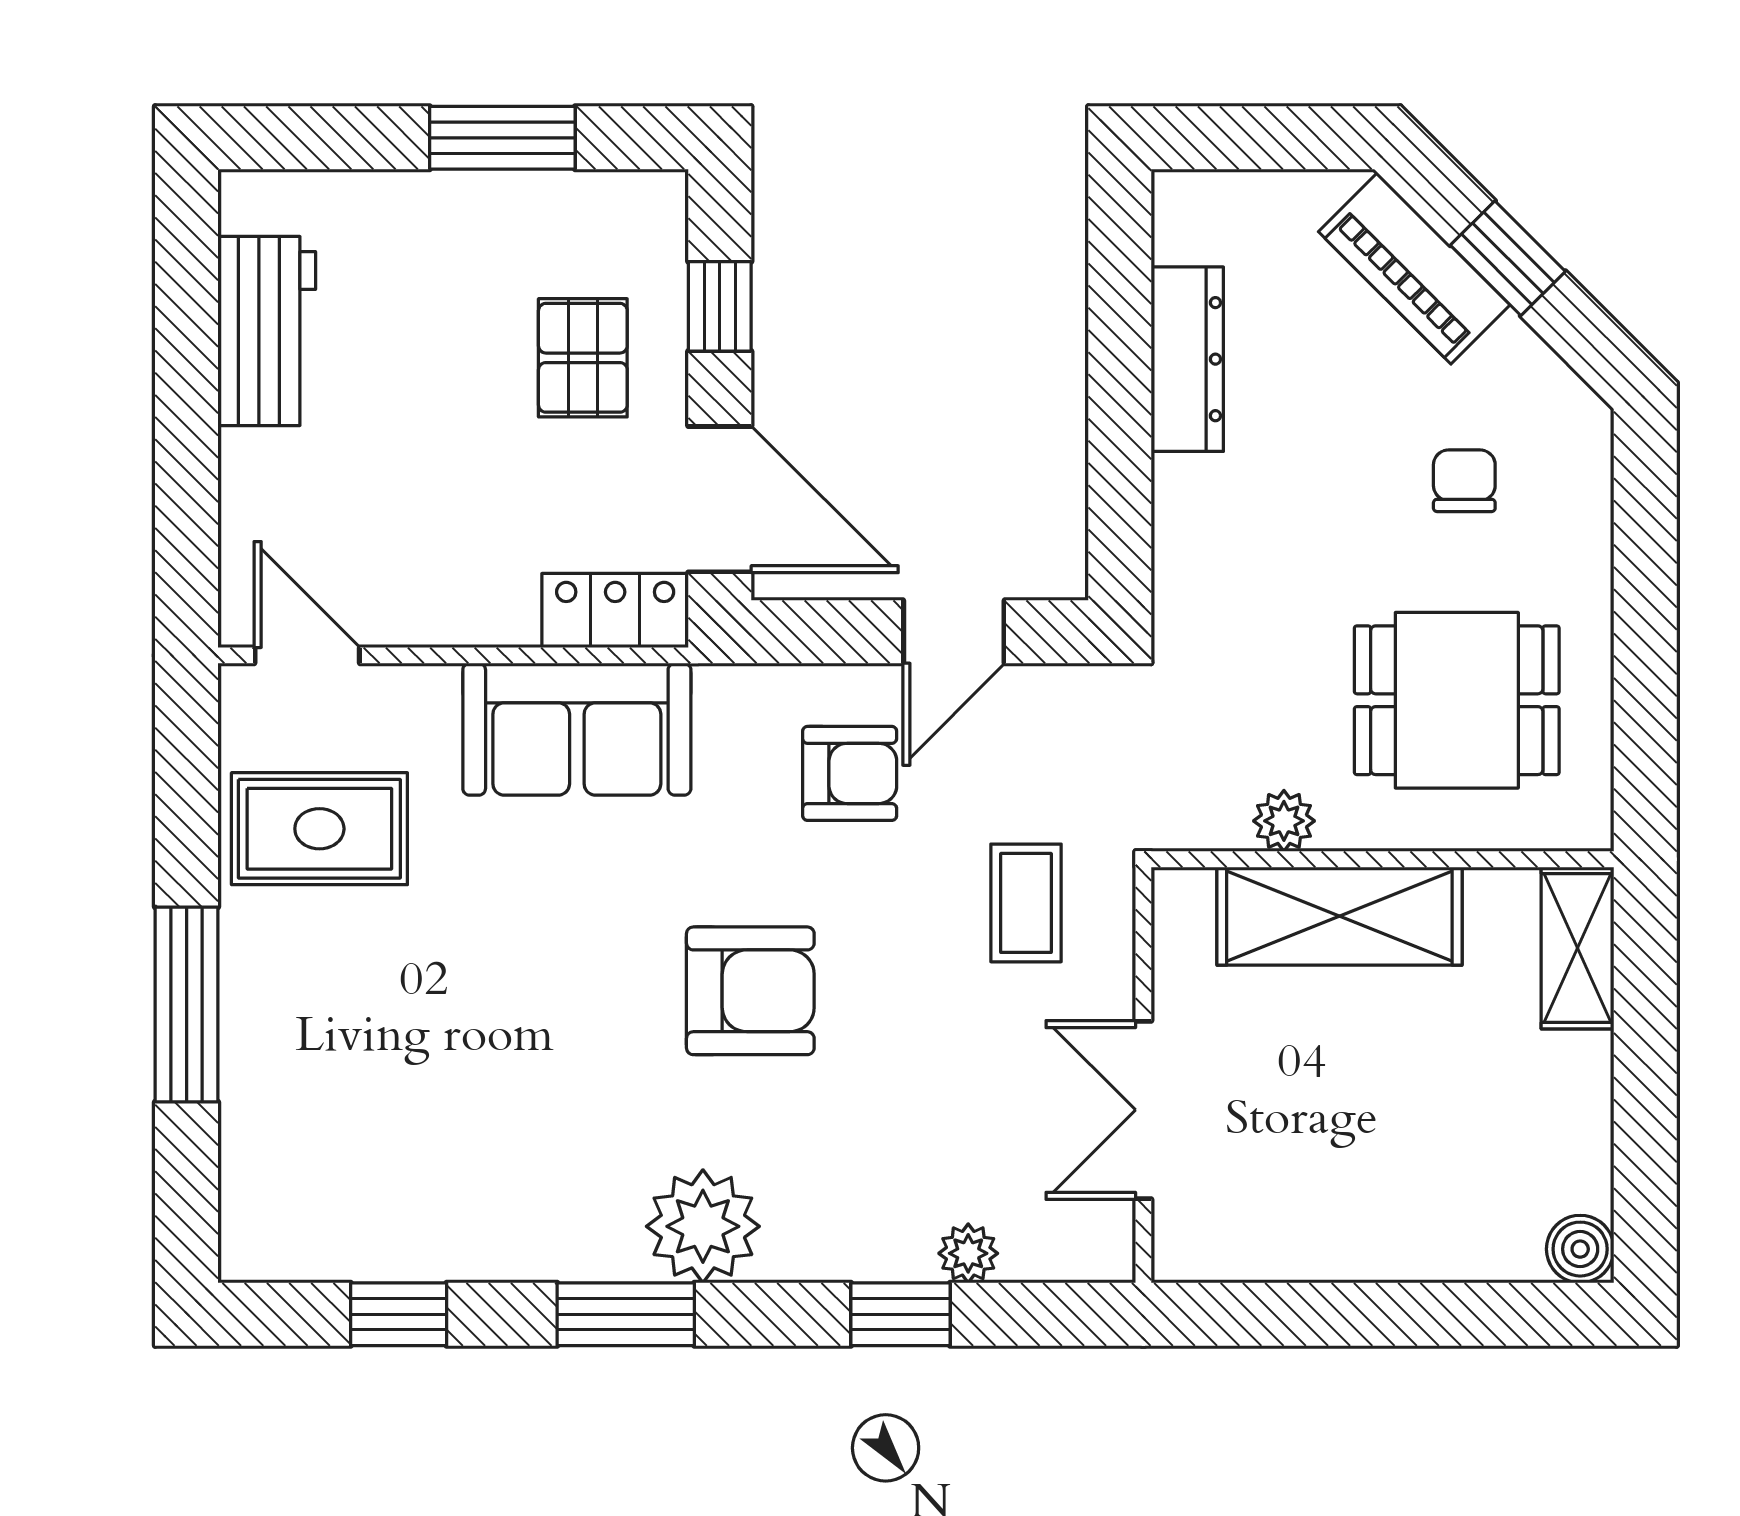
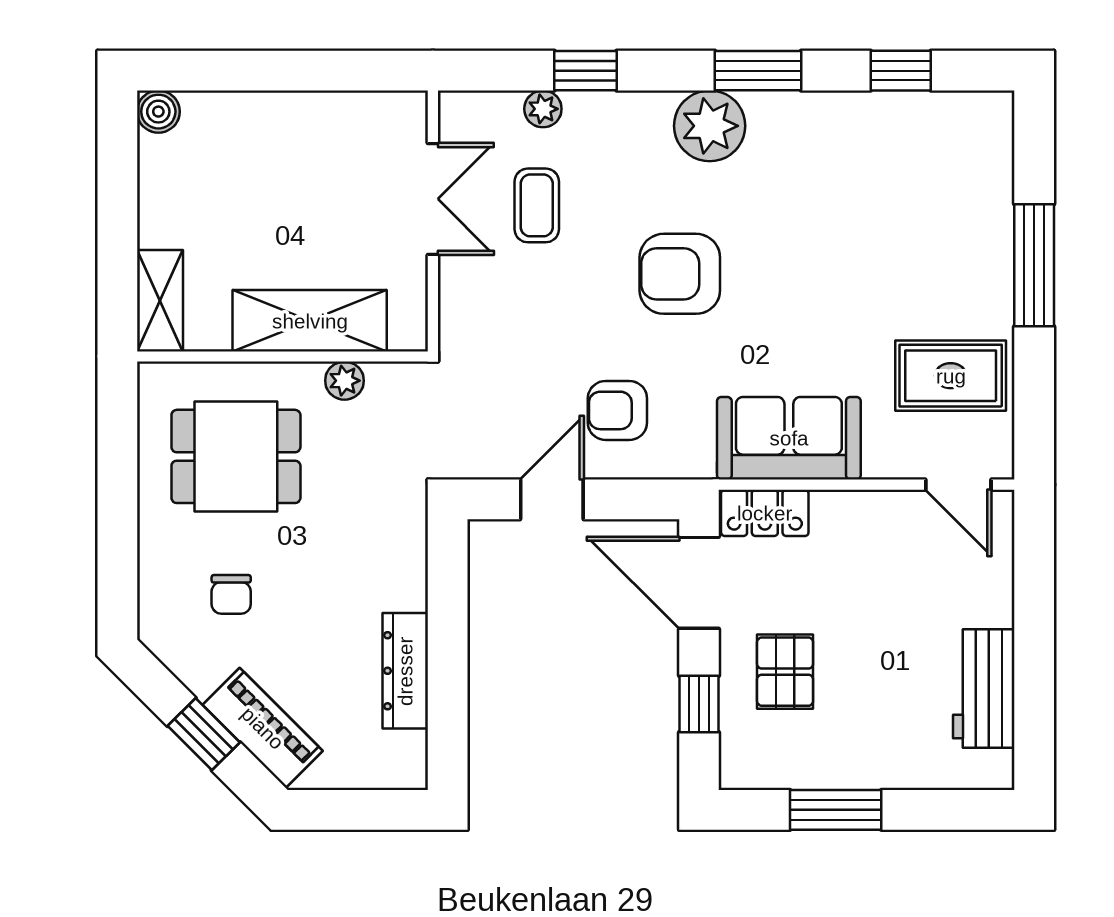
coffee table: (1026, 903) -> (537, 205), moved

